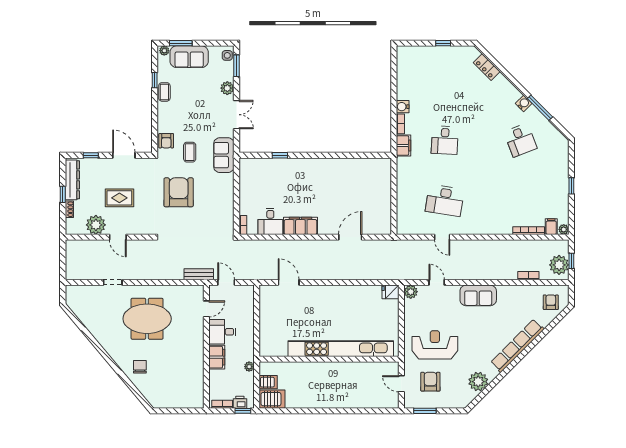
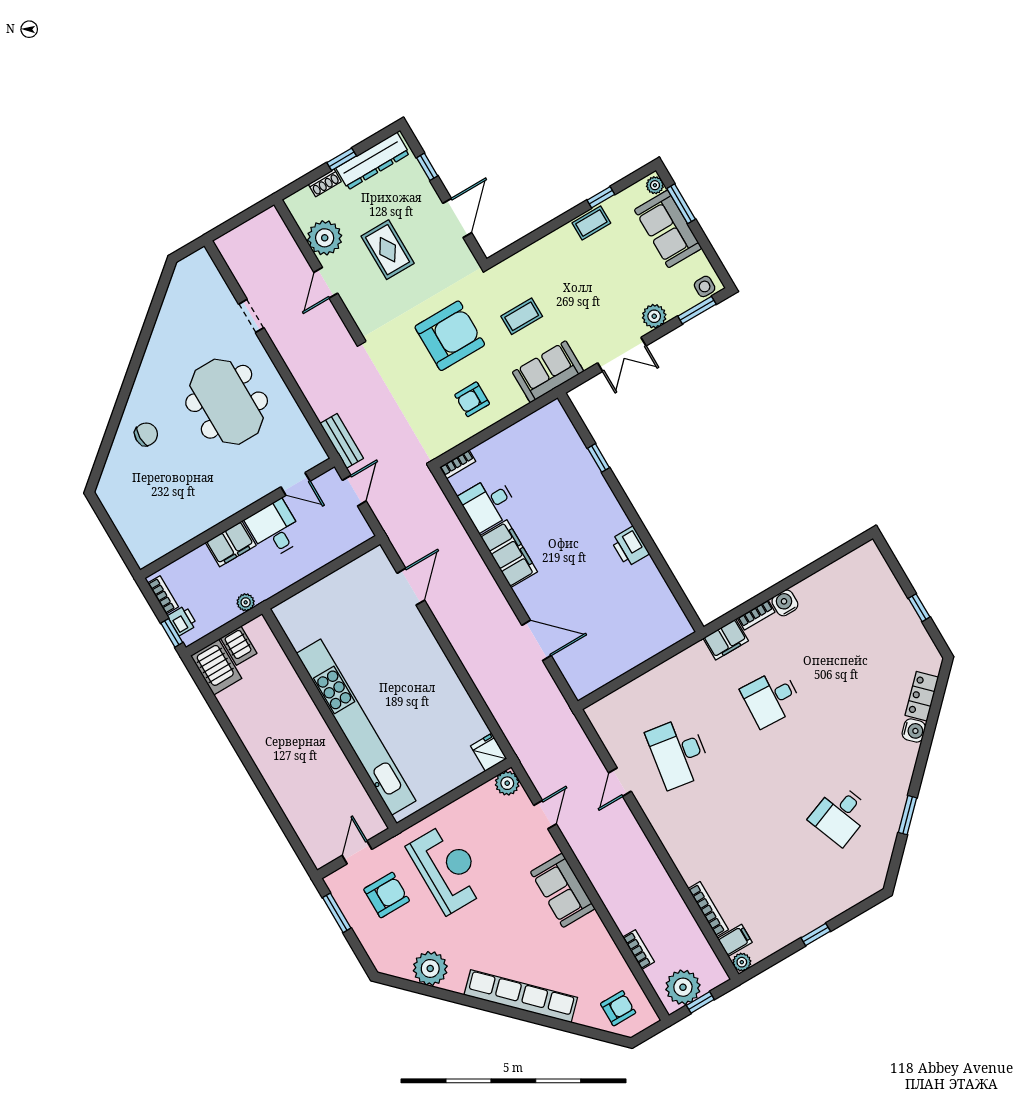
water cooler: (524, 103) -> (914, 731), moved
window: (540, 108) -> (908, 815), width x0.69
armchair: (166, 141) -> (472, 399), moved
printer: (331, 165) -> (630, 547), added

